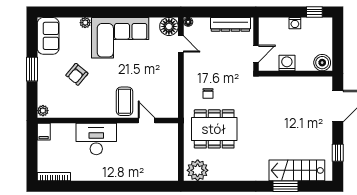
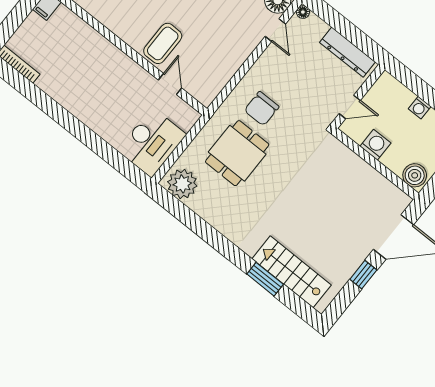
chair: (208, 94) -> (262, 109), width x1.87, depth x1.87
dining table: (214, 129) -> (237, 153), width x0.73
desk: (96, 139) -> (152, 143), moved, turned 90
window: (338, 153) -> (363, 275), moved

